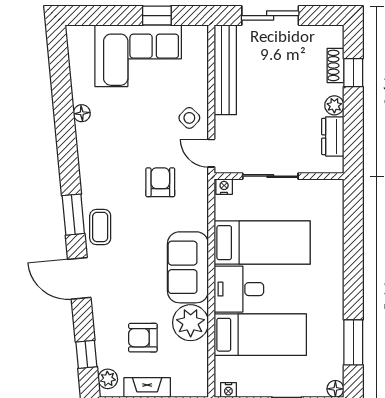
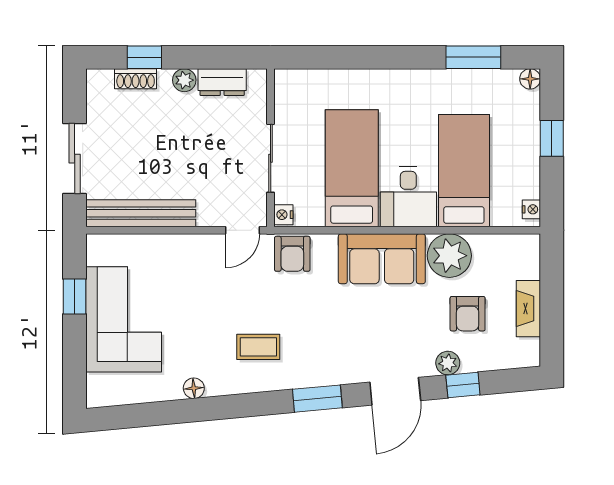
side table: (189, 118) -> (200, 257), removed
armchair: (160, 182) -> (292, 254), moved, turned -90
coffee table: (100, 227) -> (258, 347), moved
window: (86, 354) -> (463, 385), moved
plant: (108, 379) -> (448, 363), moved

